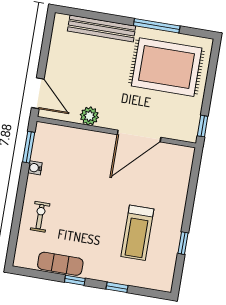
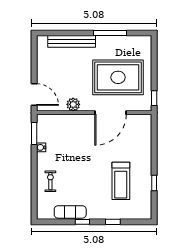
rug: (167, 67) -> (118, 77), moved

